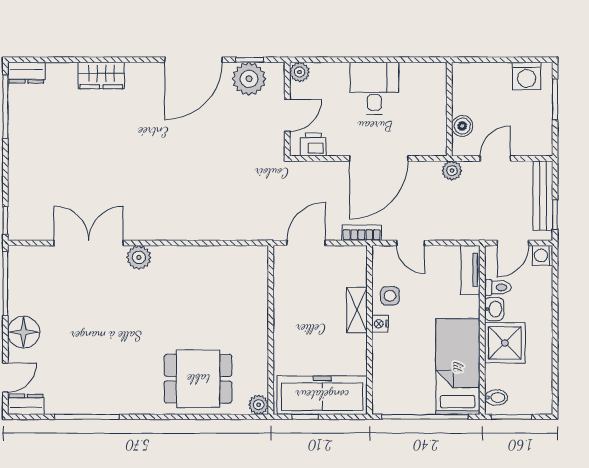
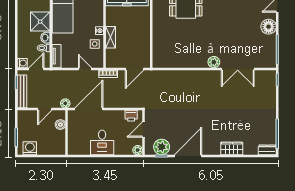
door: (379, 158) -> (89, 109), moved

